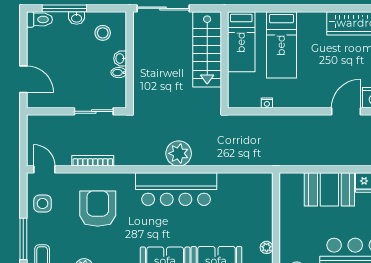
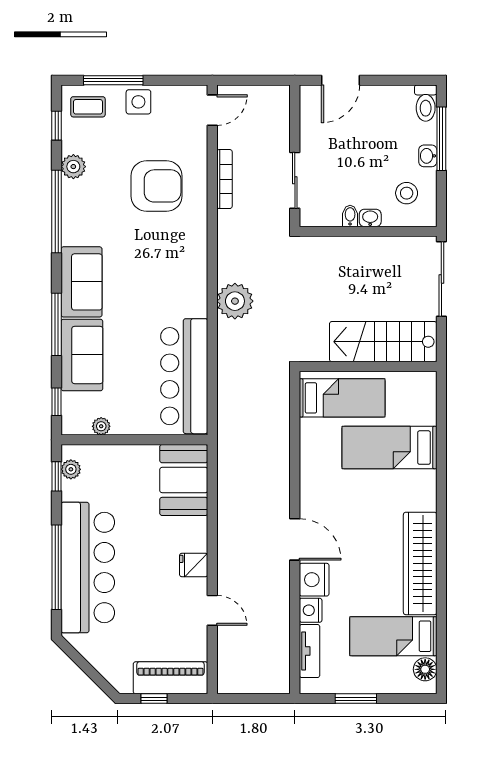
bed: (241, 42) -> (342, 398), moved, turned 180
nightstand: (267, 103) -> (307, 427), removed
bar counter: (176, 189) -> (184, 376), moved
booth: (329, 189) -> (184, 480), moved
side table: (43, 204) -> (138, 102), moved

